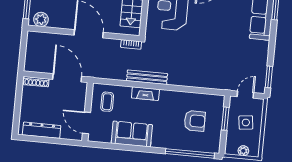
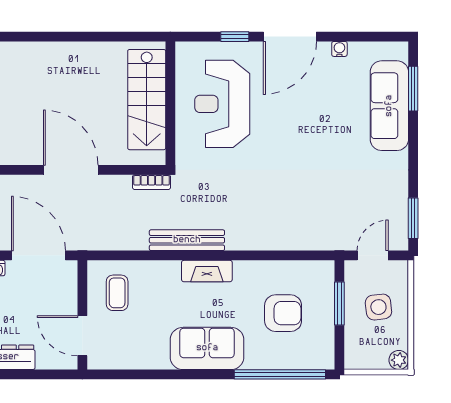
fireplace: (145, 94) -> (207, 271), moved
sofa: (132, 134) -> (207, 348), moved
plant: (243, 151) -> (399, 360), moved

